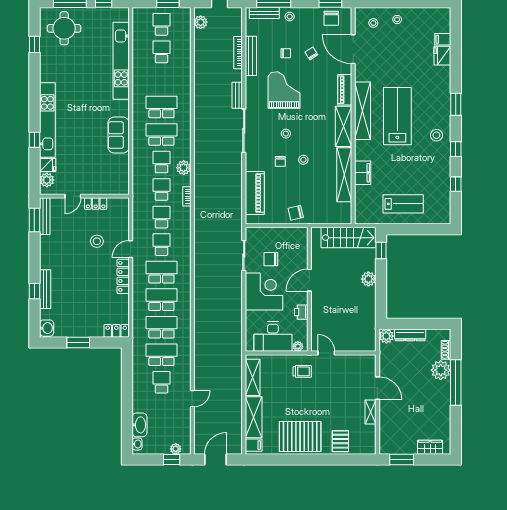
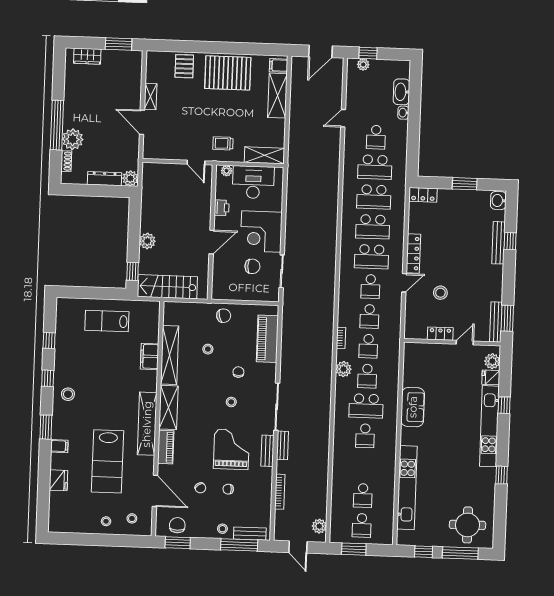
filing cabinet: (443, 39) -> (59, 446), moved
window: (34, 44) -> (502, 475), moved
bench: (251, 56) -> (267, 451), moved, width x0.73
grand piano: (284, 90) -> (231, 449), turned 180
school desk: (161, 107) -> (365, 436), width x0.54
lab bench: (397, 116) -> (107, 461), moved
stool: (303, 160) -> (208, 349), moved
shelving: (253, 377) -> (264, 155), moved, turned 90
washbasin: (137, 444) -> (403, 113), moved

